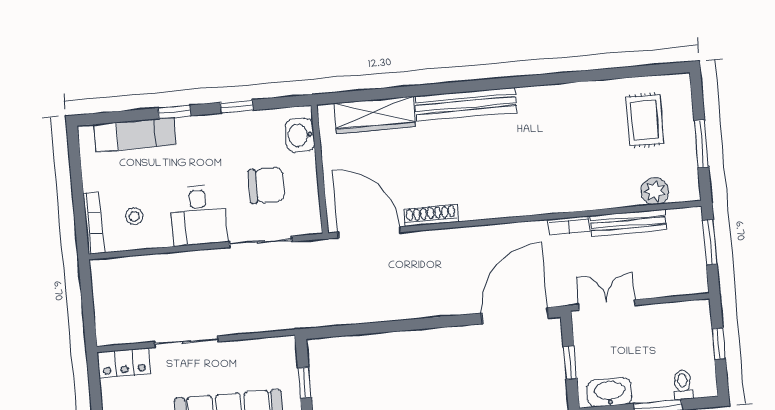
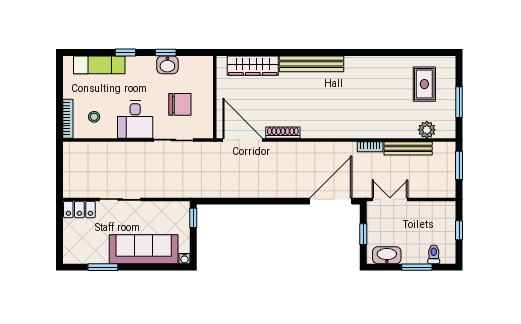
washbasin: (300, 135) -> (167, 65), moved, turned -90
window: (305, 383) -> (193, 218), moved

